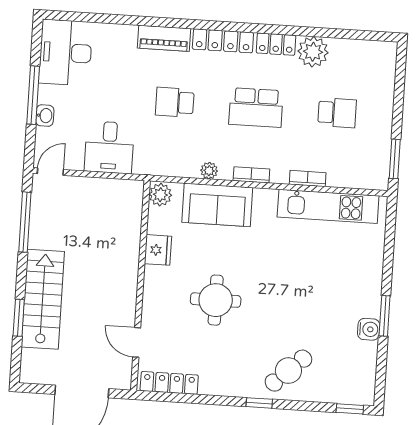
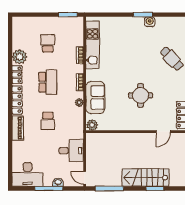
fridge: (158, 250) -> (118, 124), removed

